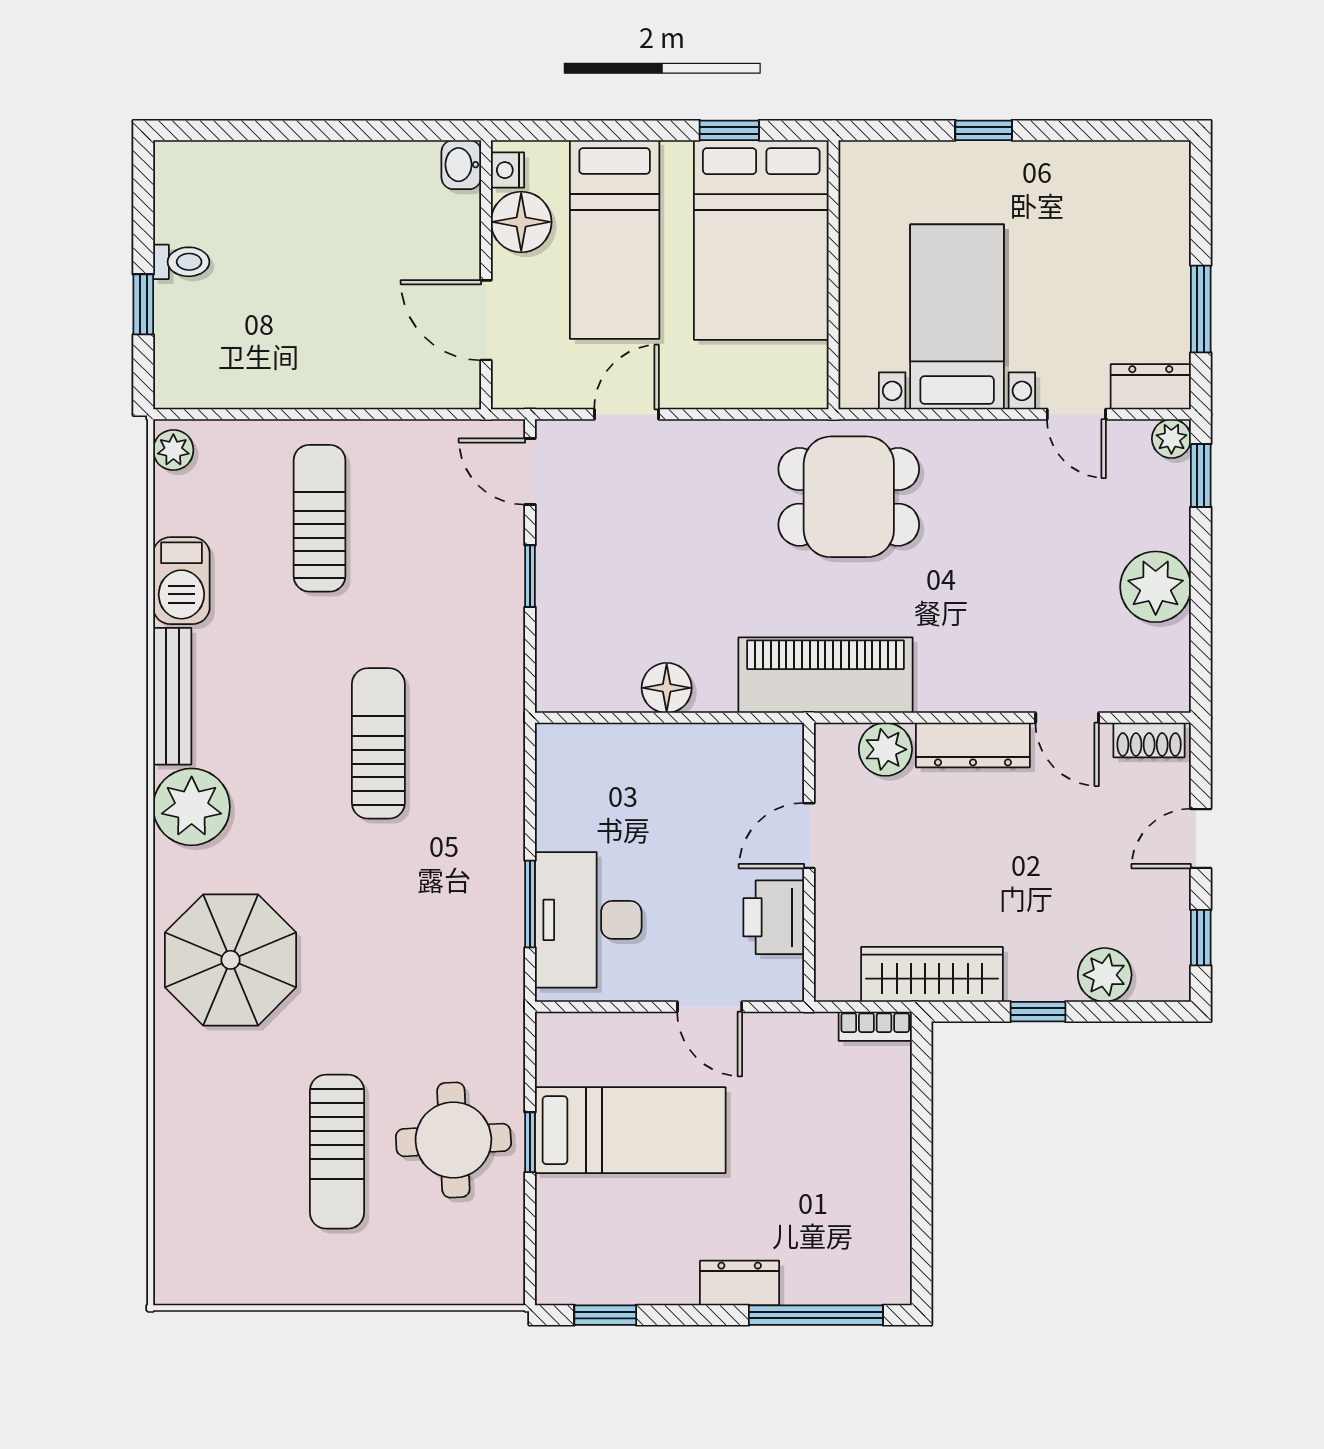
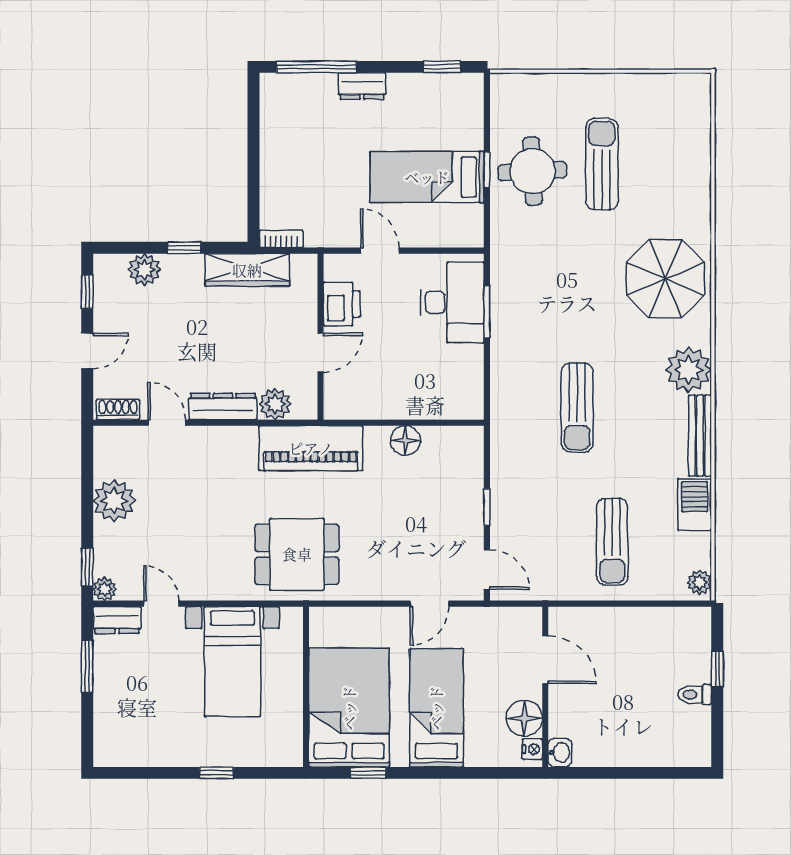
washbasin: (461, 165) -> (560, 752), moved
nightstand: (508, 170) -> (532, 749), moved
floor lamp: (521, 222) -> (524, 718), moved
wall: (486, 275) -> (545, 687), moved
door: (486, 320) -> (545, 660), moved

